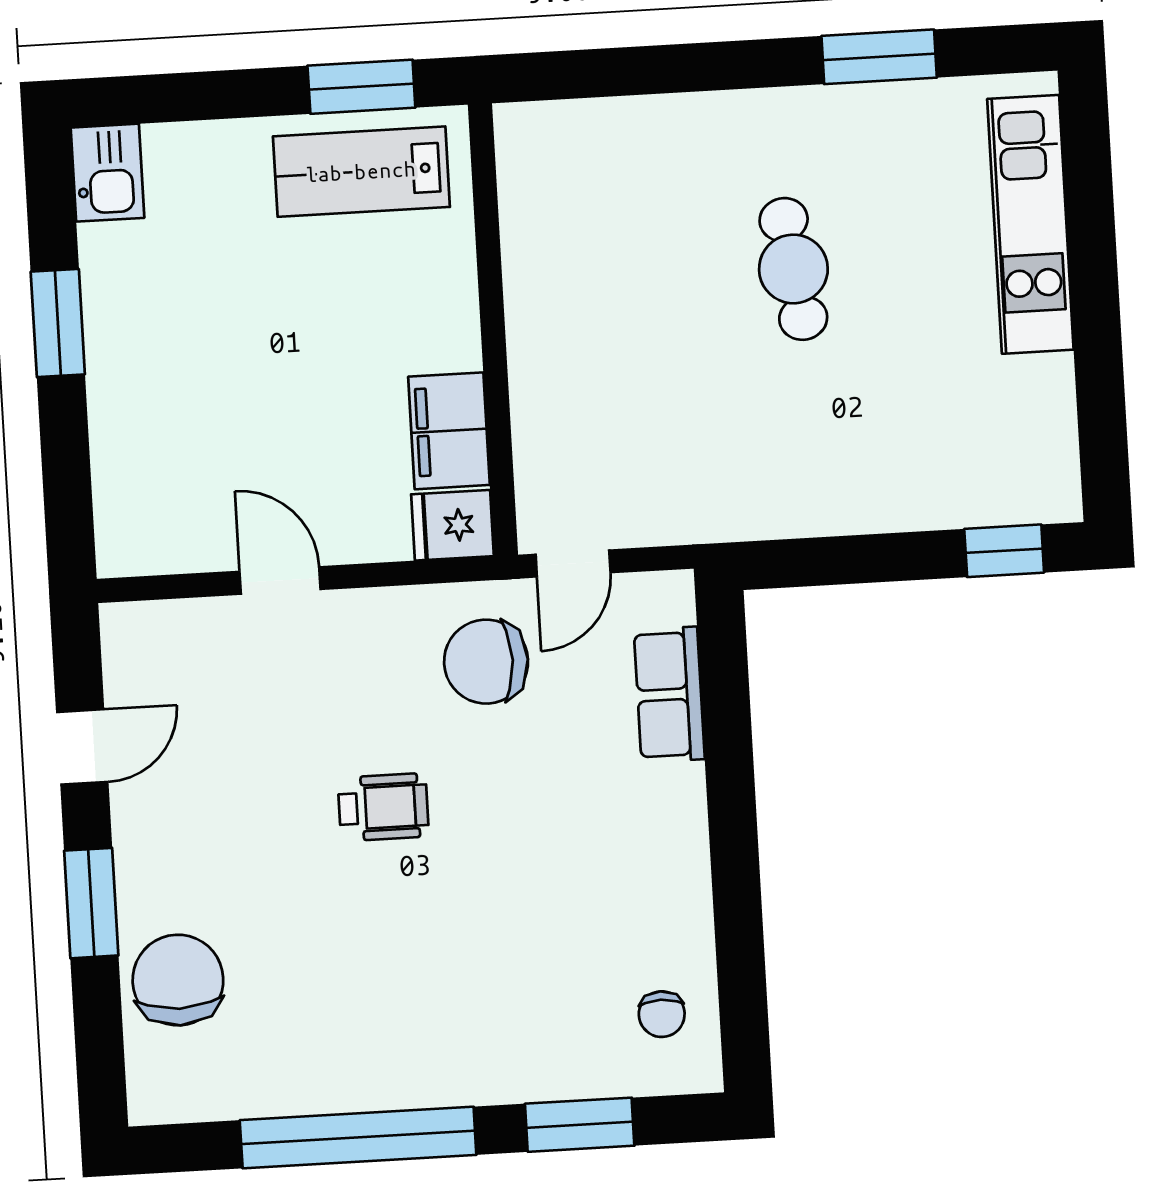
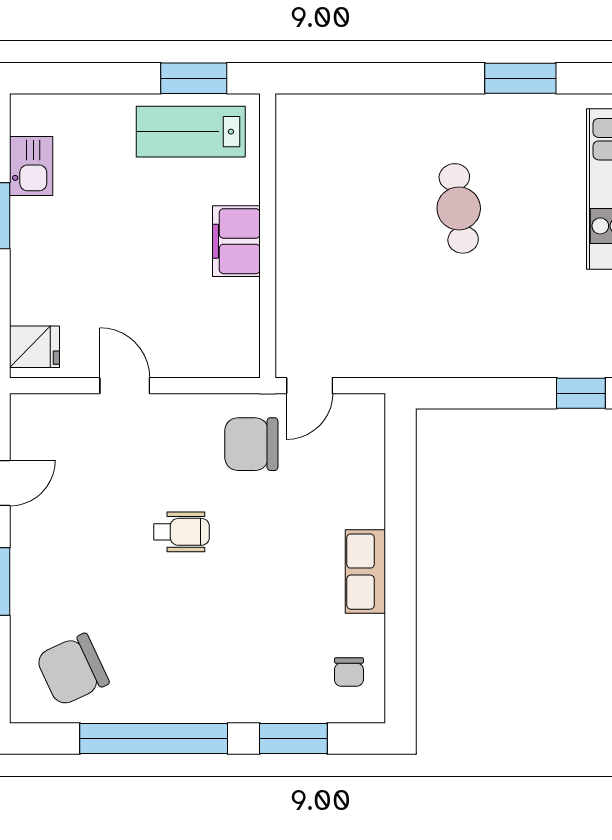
kitchen sink: (108, 173) -> (31, 166), moved
filing cabinet: (449, 431) -> (236, 241), moved
fridge: (452, 525) -> (35, 347), moved, turned 180
row of seats: (669, 694) -> (365, 572), moved
chair: (178, 980) -> (72, 670), moved, turned -115

